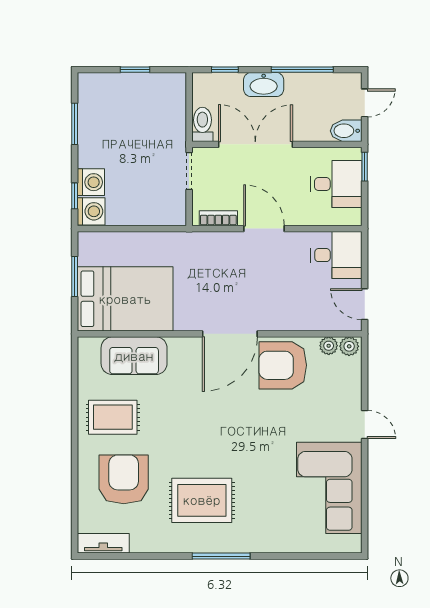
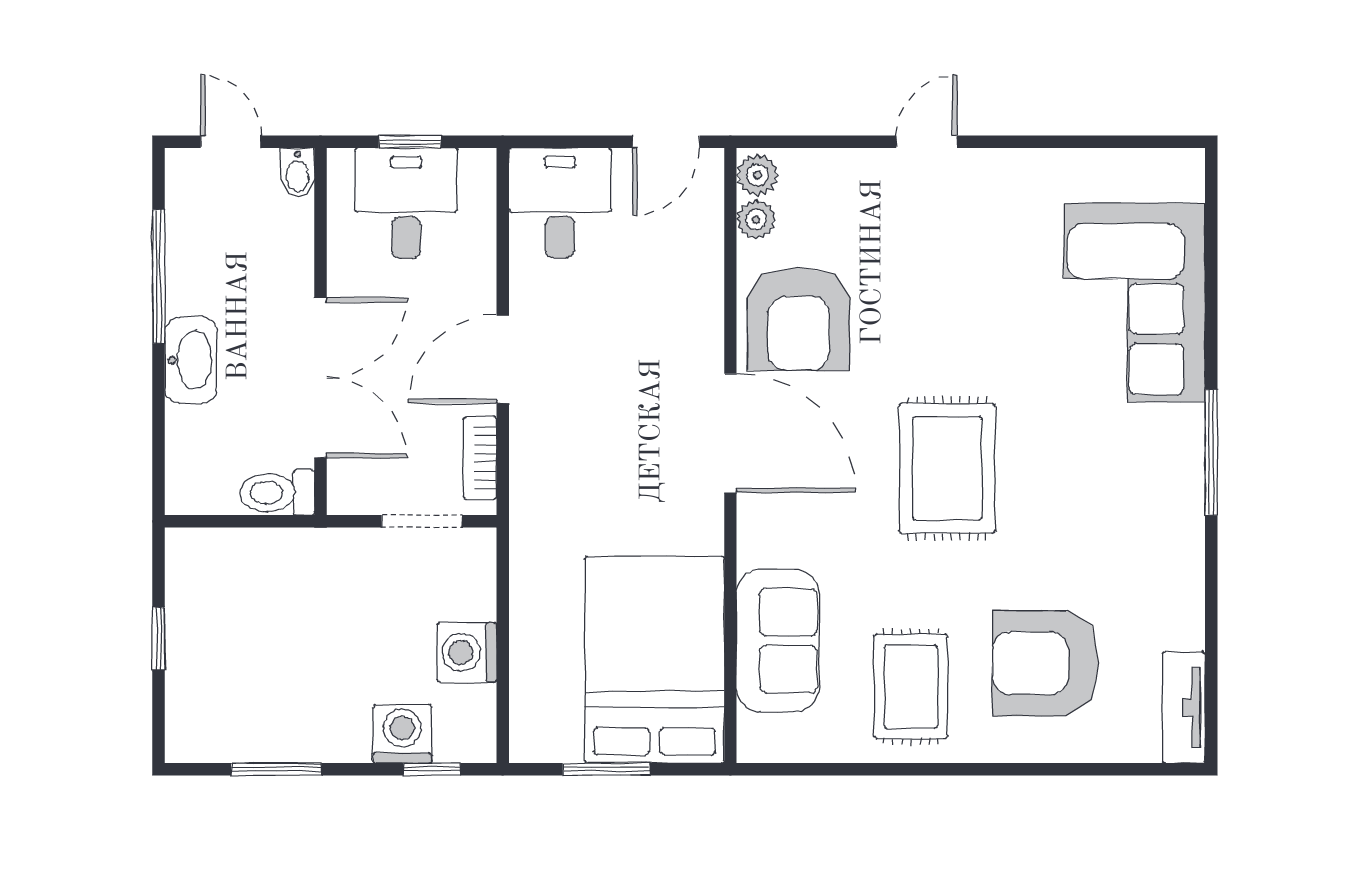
window: (225, 70) -> (159, 444), removed
bidet: (346, 131) -> (297, 173), width x0.72, depth x0.74
double door: (255, 144) -> (321, 378), swing flipped
window: (365, 167) -> (410, 142), moved
doorway: (189, 171) -> (422, 521), moved
washing machine: (91, 211) -> (467, 652), moved, turned -90
corner sofa: (329, 488) -> (1135, 303), moved, turned 90
rug: (202, 500) -> (947, 468), moved

